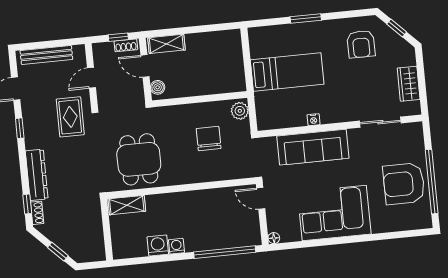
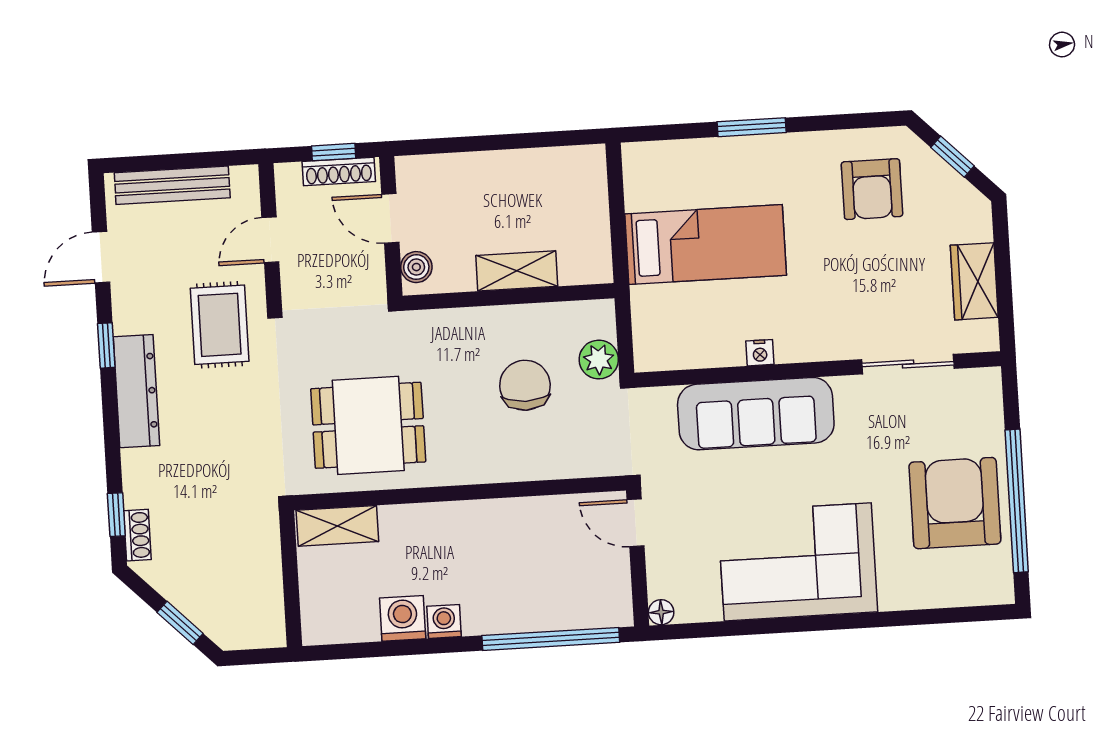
shelving: (166, 44) -> (517, 271), moved
shoe rack: (126, 45) -> (339, 172), width x1.43
plant: (240, 111) -> (599, 360), moved
dining table: (139, 159) -> (368, 425), turned 90
dresser: (37, 175) -> (136, 391), moved
armchair: (404, 184) -> (955, 503), turned 90

